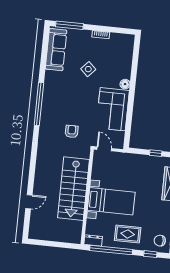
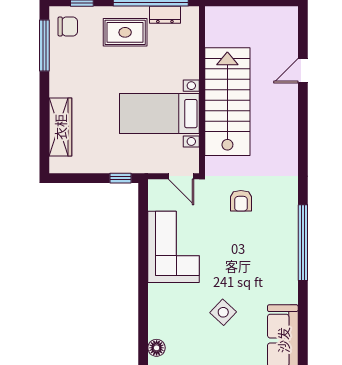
floor lamp: (125, 84) -> (157, 348), moved
window: (156, 153) -> (121, 178), moved
bed with nightstands: (111, 201) -> (159, 114), moved
dresser: (93, 240) -> (165, 15), moved

